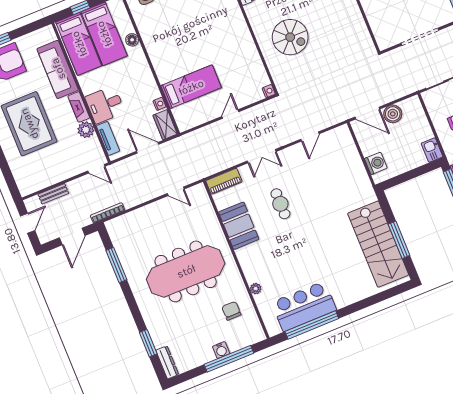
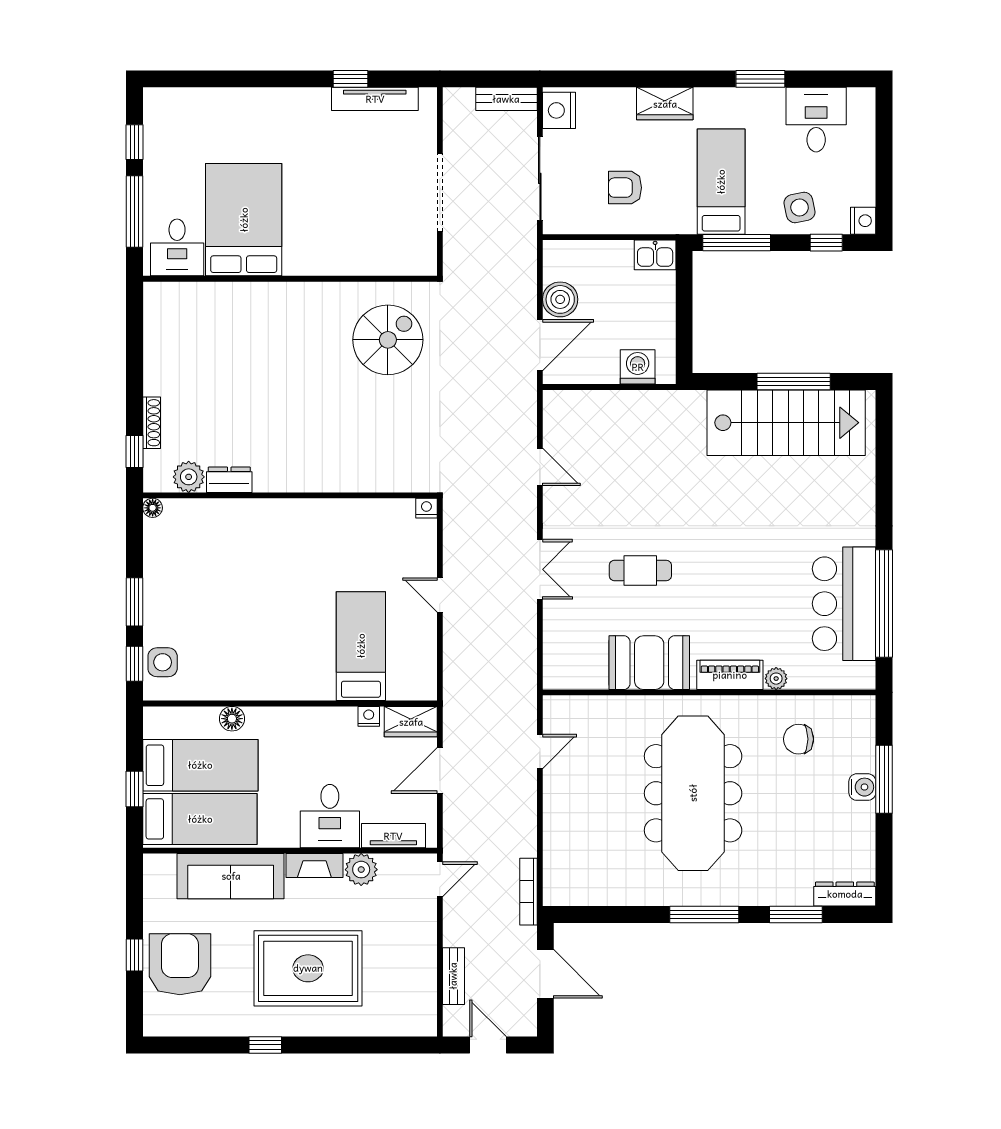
spiral stairs: (290, 37) -> (388, 340), moved
piano: (224, 181) -> (730, 675), moved, turned -90
window: (116, 265) -> (704, 914), moved
window: (229, 359) -> (884, 779), width x0.68

